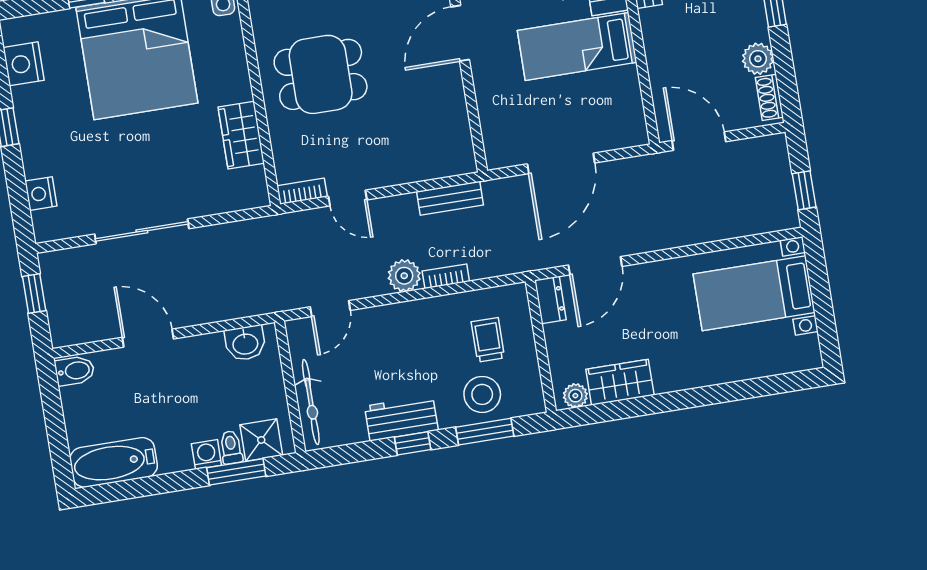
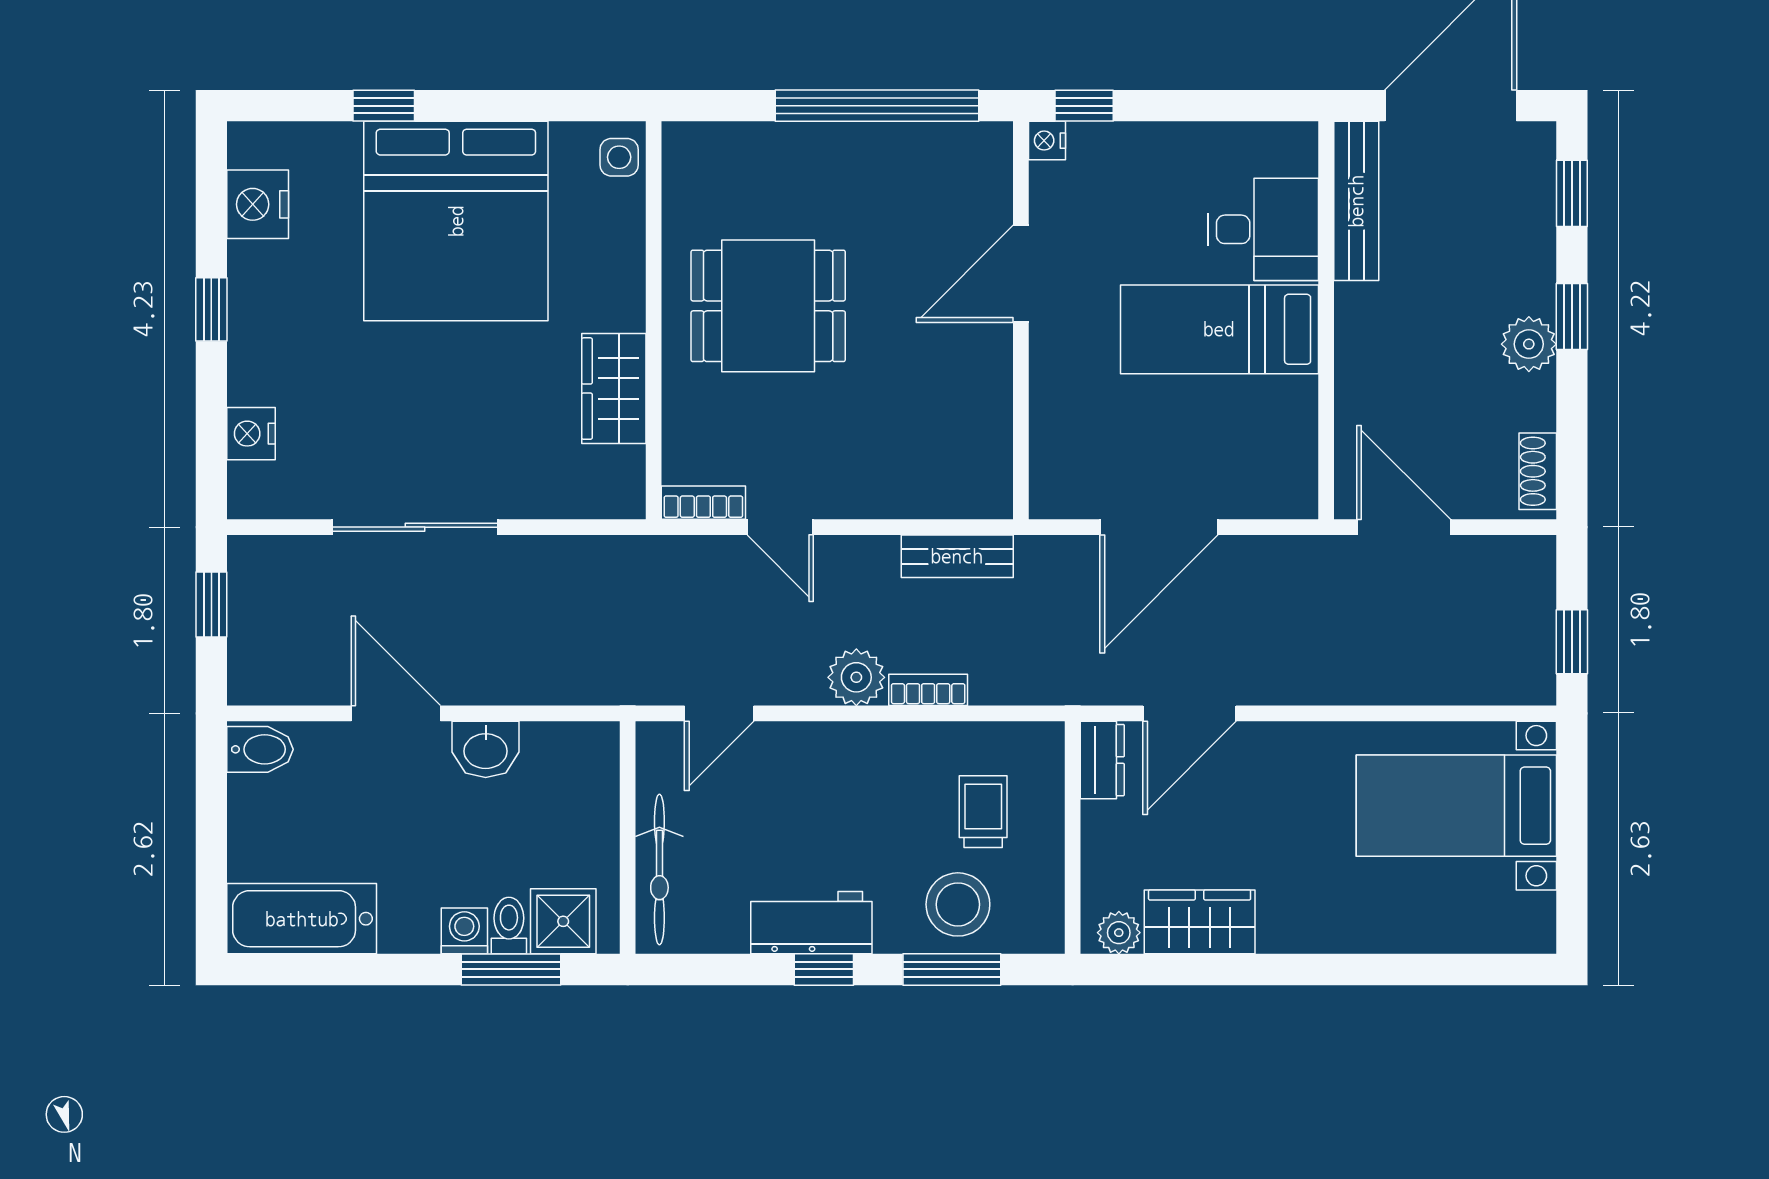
plant: (758, 59) -> (1529, 344), moved
washbasin: (245, 343) -> (486, 749), moved

